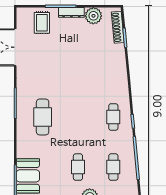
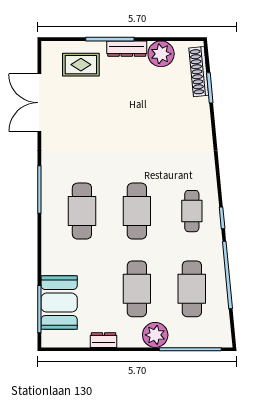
rug: (42, 23) -> (81, 65), turned 90
cafe table: (78, 117) -> (137, 211), added
cafe table: (78, 167) -> (137, 289), width x1.37, depth x1.35
cafe table: (113, 167) -> (192, 289), width x1.37, depth x1.35

